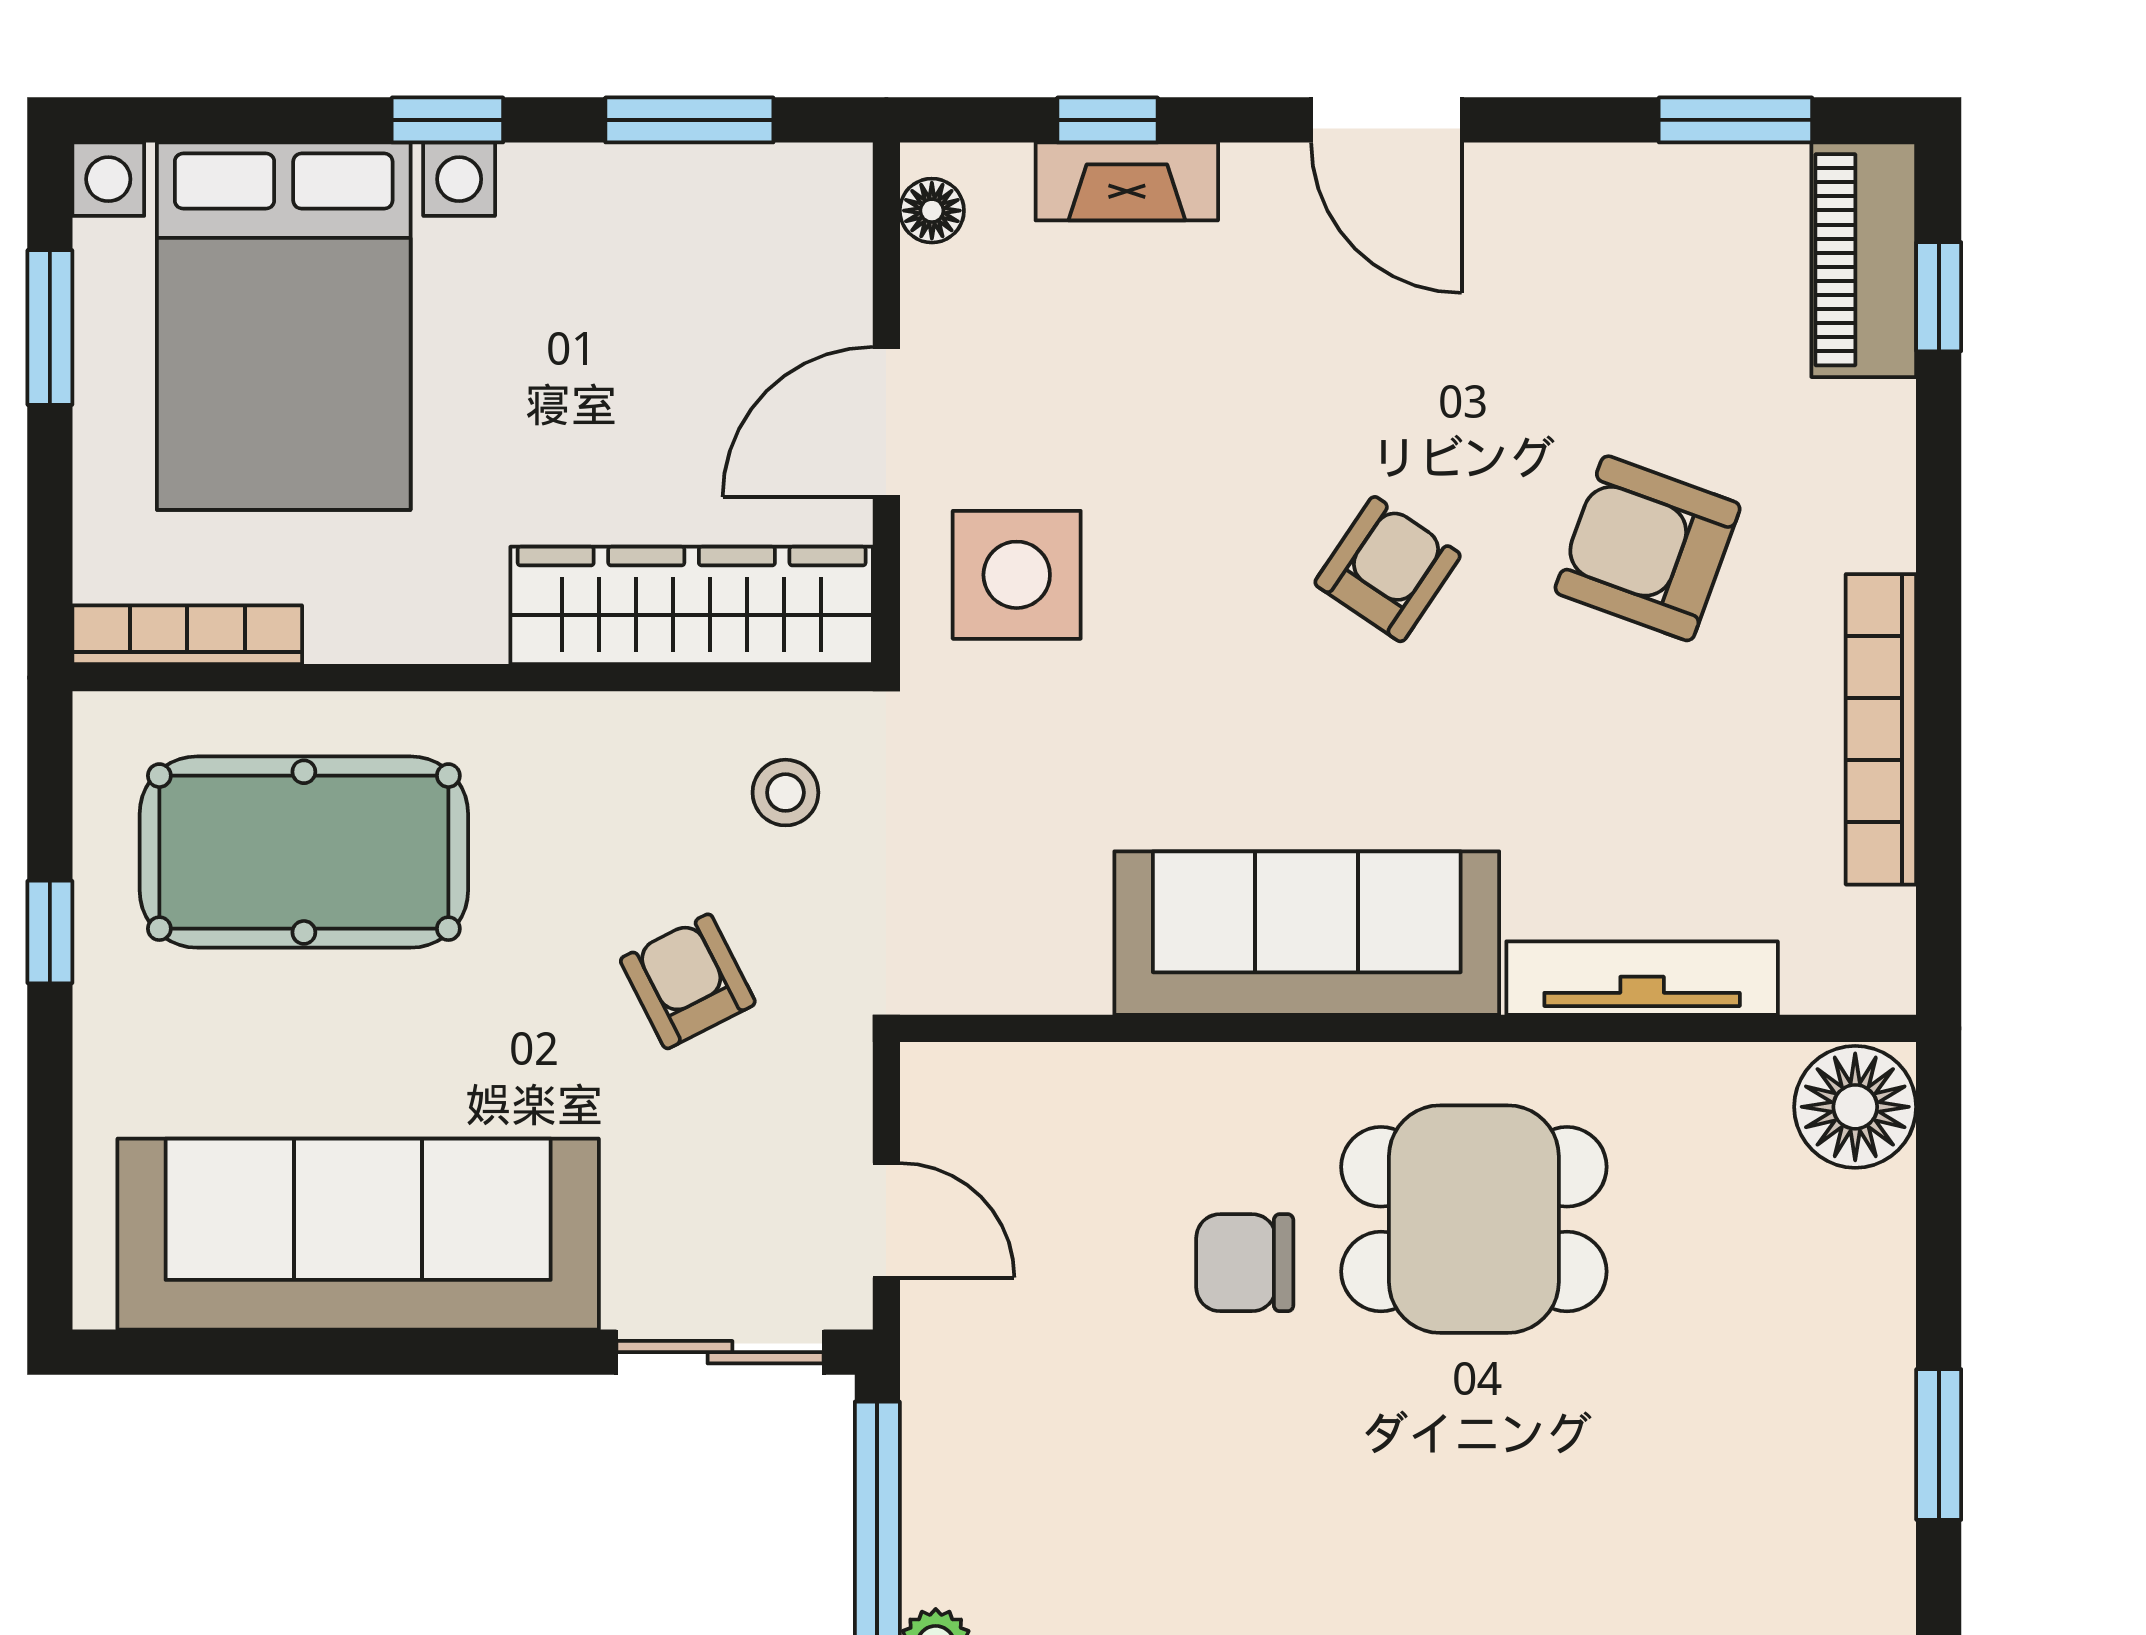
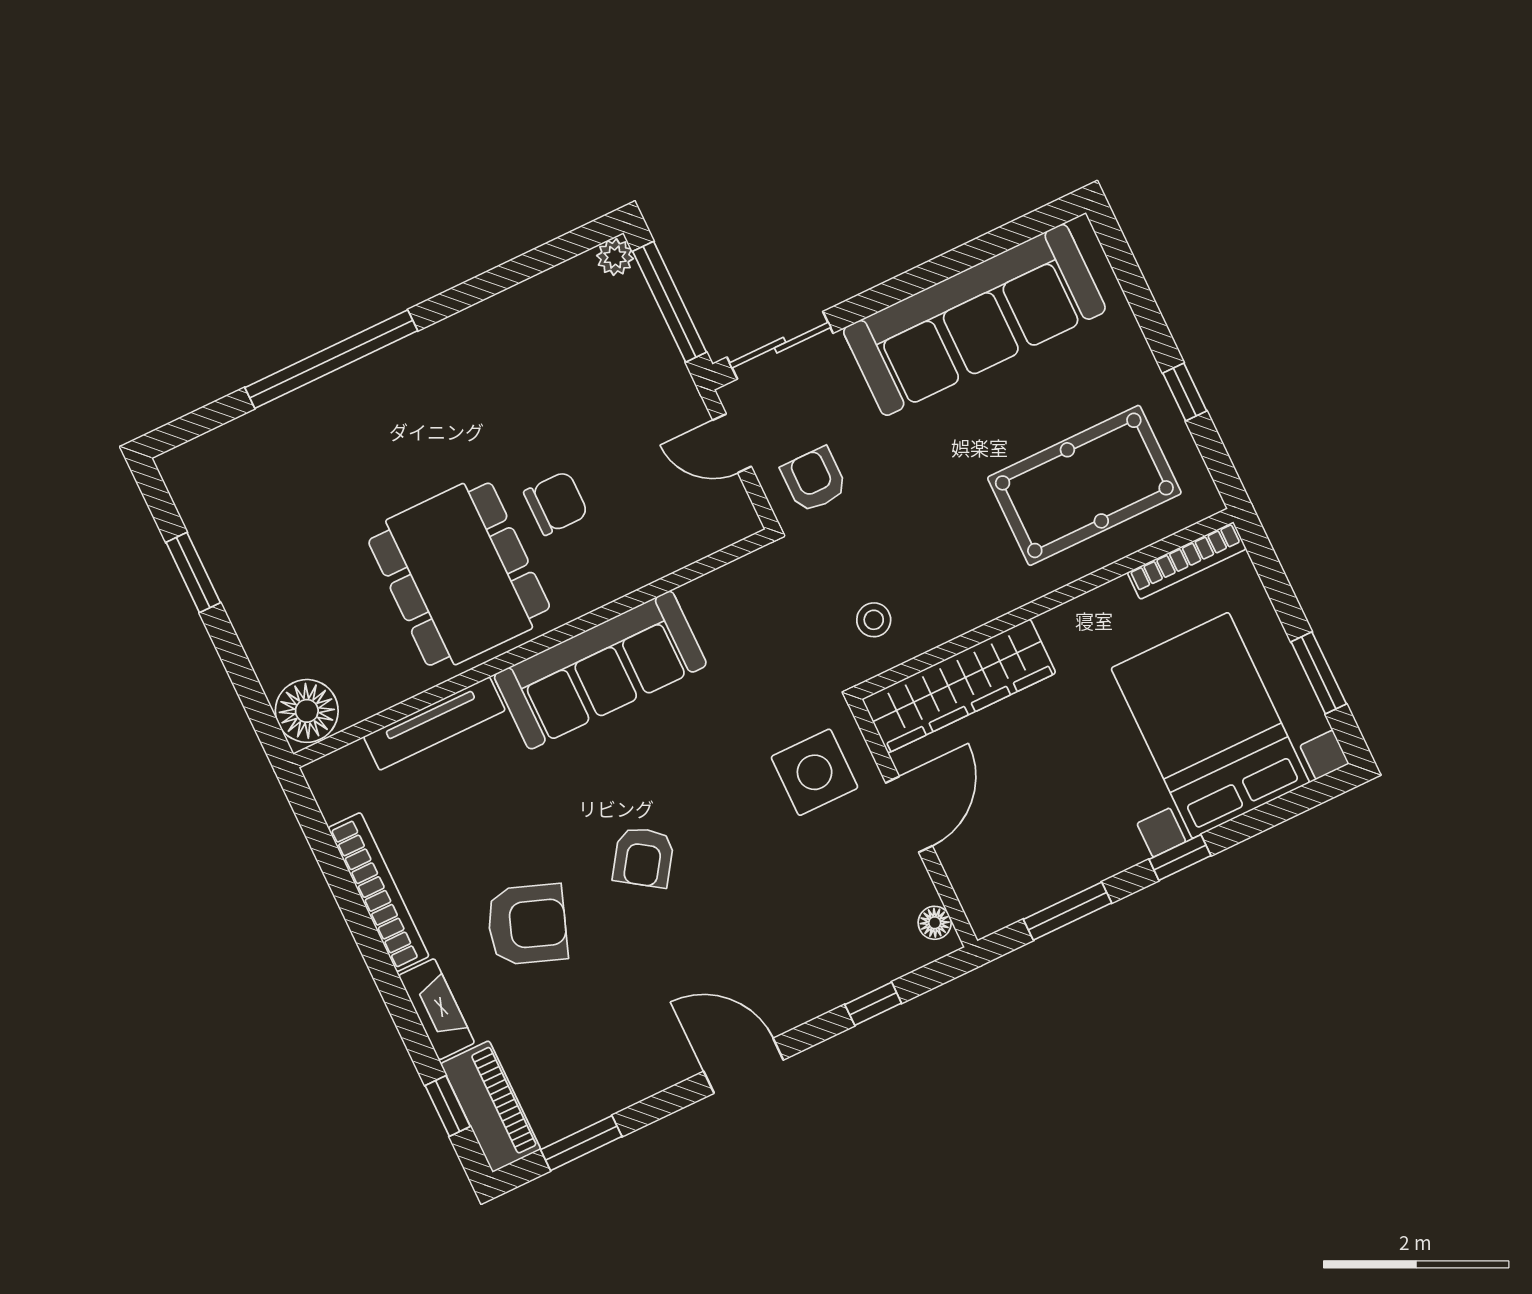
fireplace: (1127, 181) -> (437, 1009), moved, turned 90
armchair: (688, 981) -> (814, 480), moved, turned -153
dining table: (1474, 1219) -> (459, 574), width x1.37

